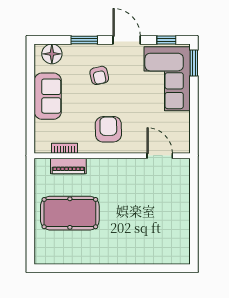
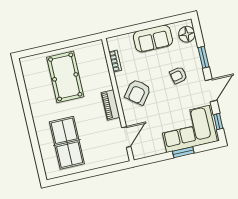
window: (194, 63) -> (183, 152), moved
armchair: (108, 129) -> (138, 92), turned 129
piano: (68, 166) -> (111, 105), moved
table tennis table: (150, 229) -> (67, 143), added

